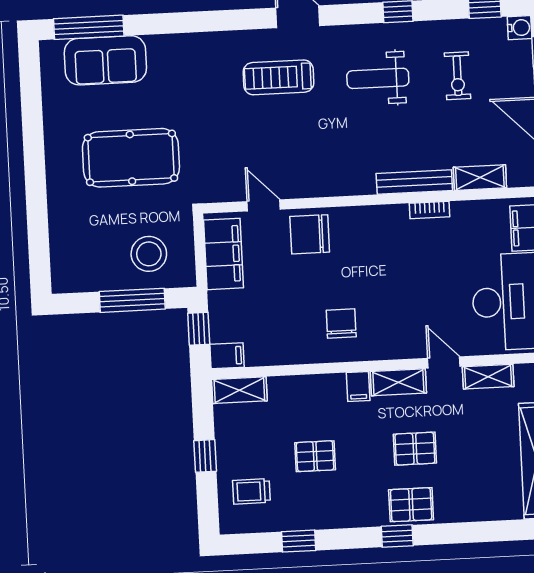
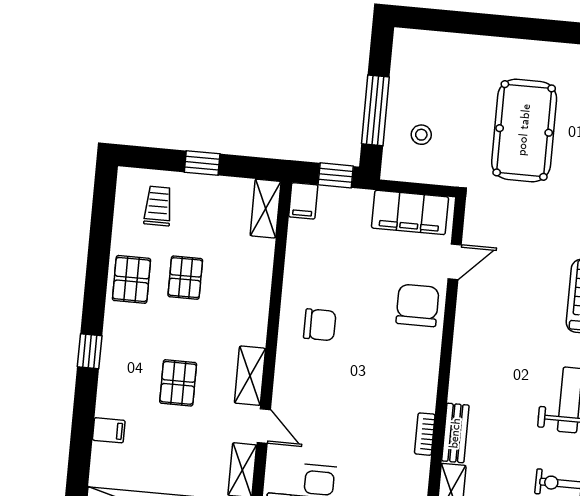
bench: (414, 182) -> (455, 433), width x0.73
stool: (149, 254) -> (421, 135), width x0.53, depth x0.53
door: (444, 362) -> (264, 426), hinge flipped
filing cabinet: (358, 387) -> (109, 430), moved, turned 180
pallet: (411, 505) -> (132, 279), moved
window: (299, 541) -> (99, 248), removed

